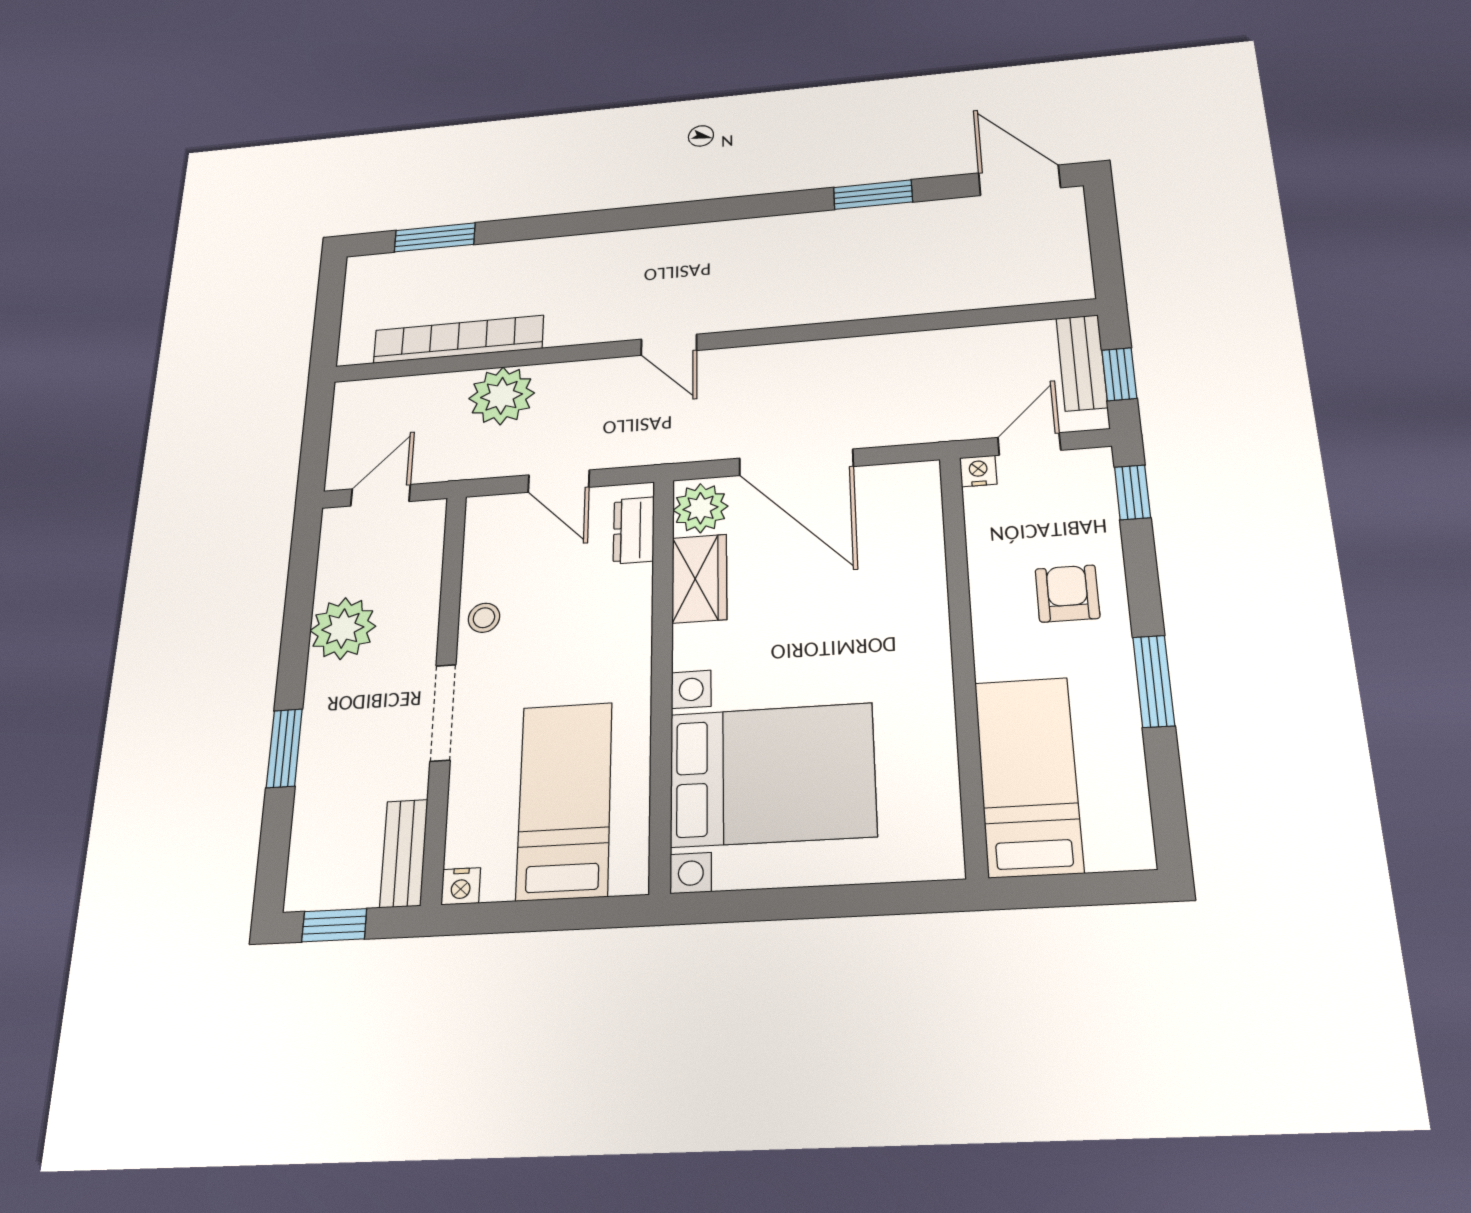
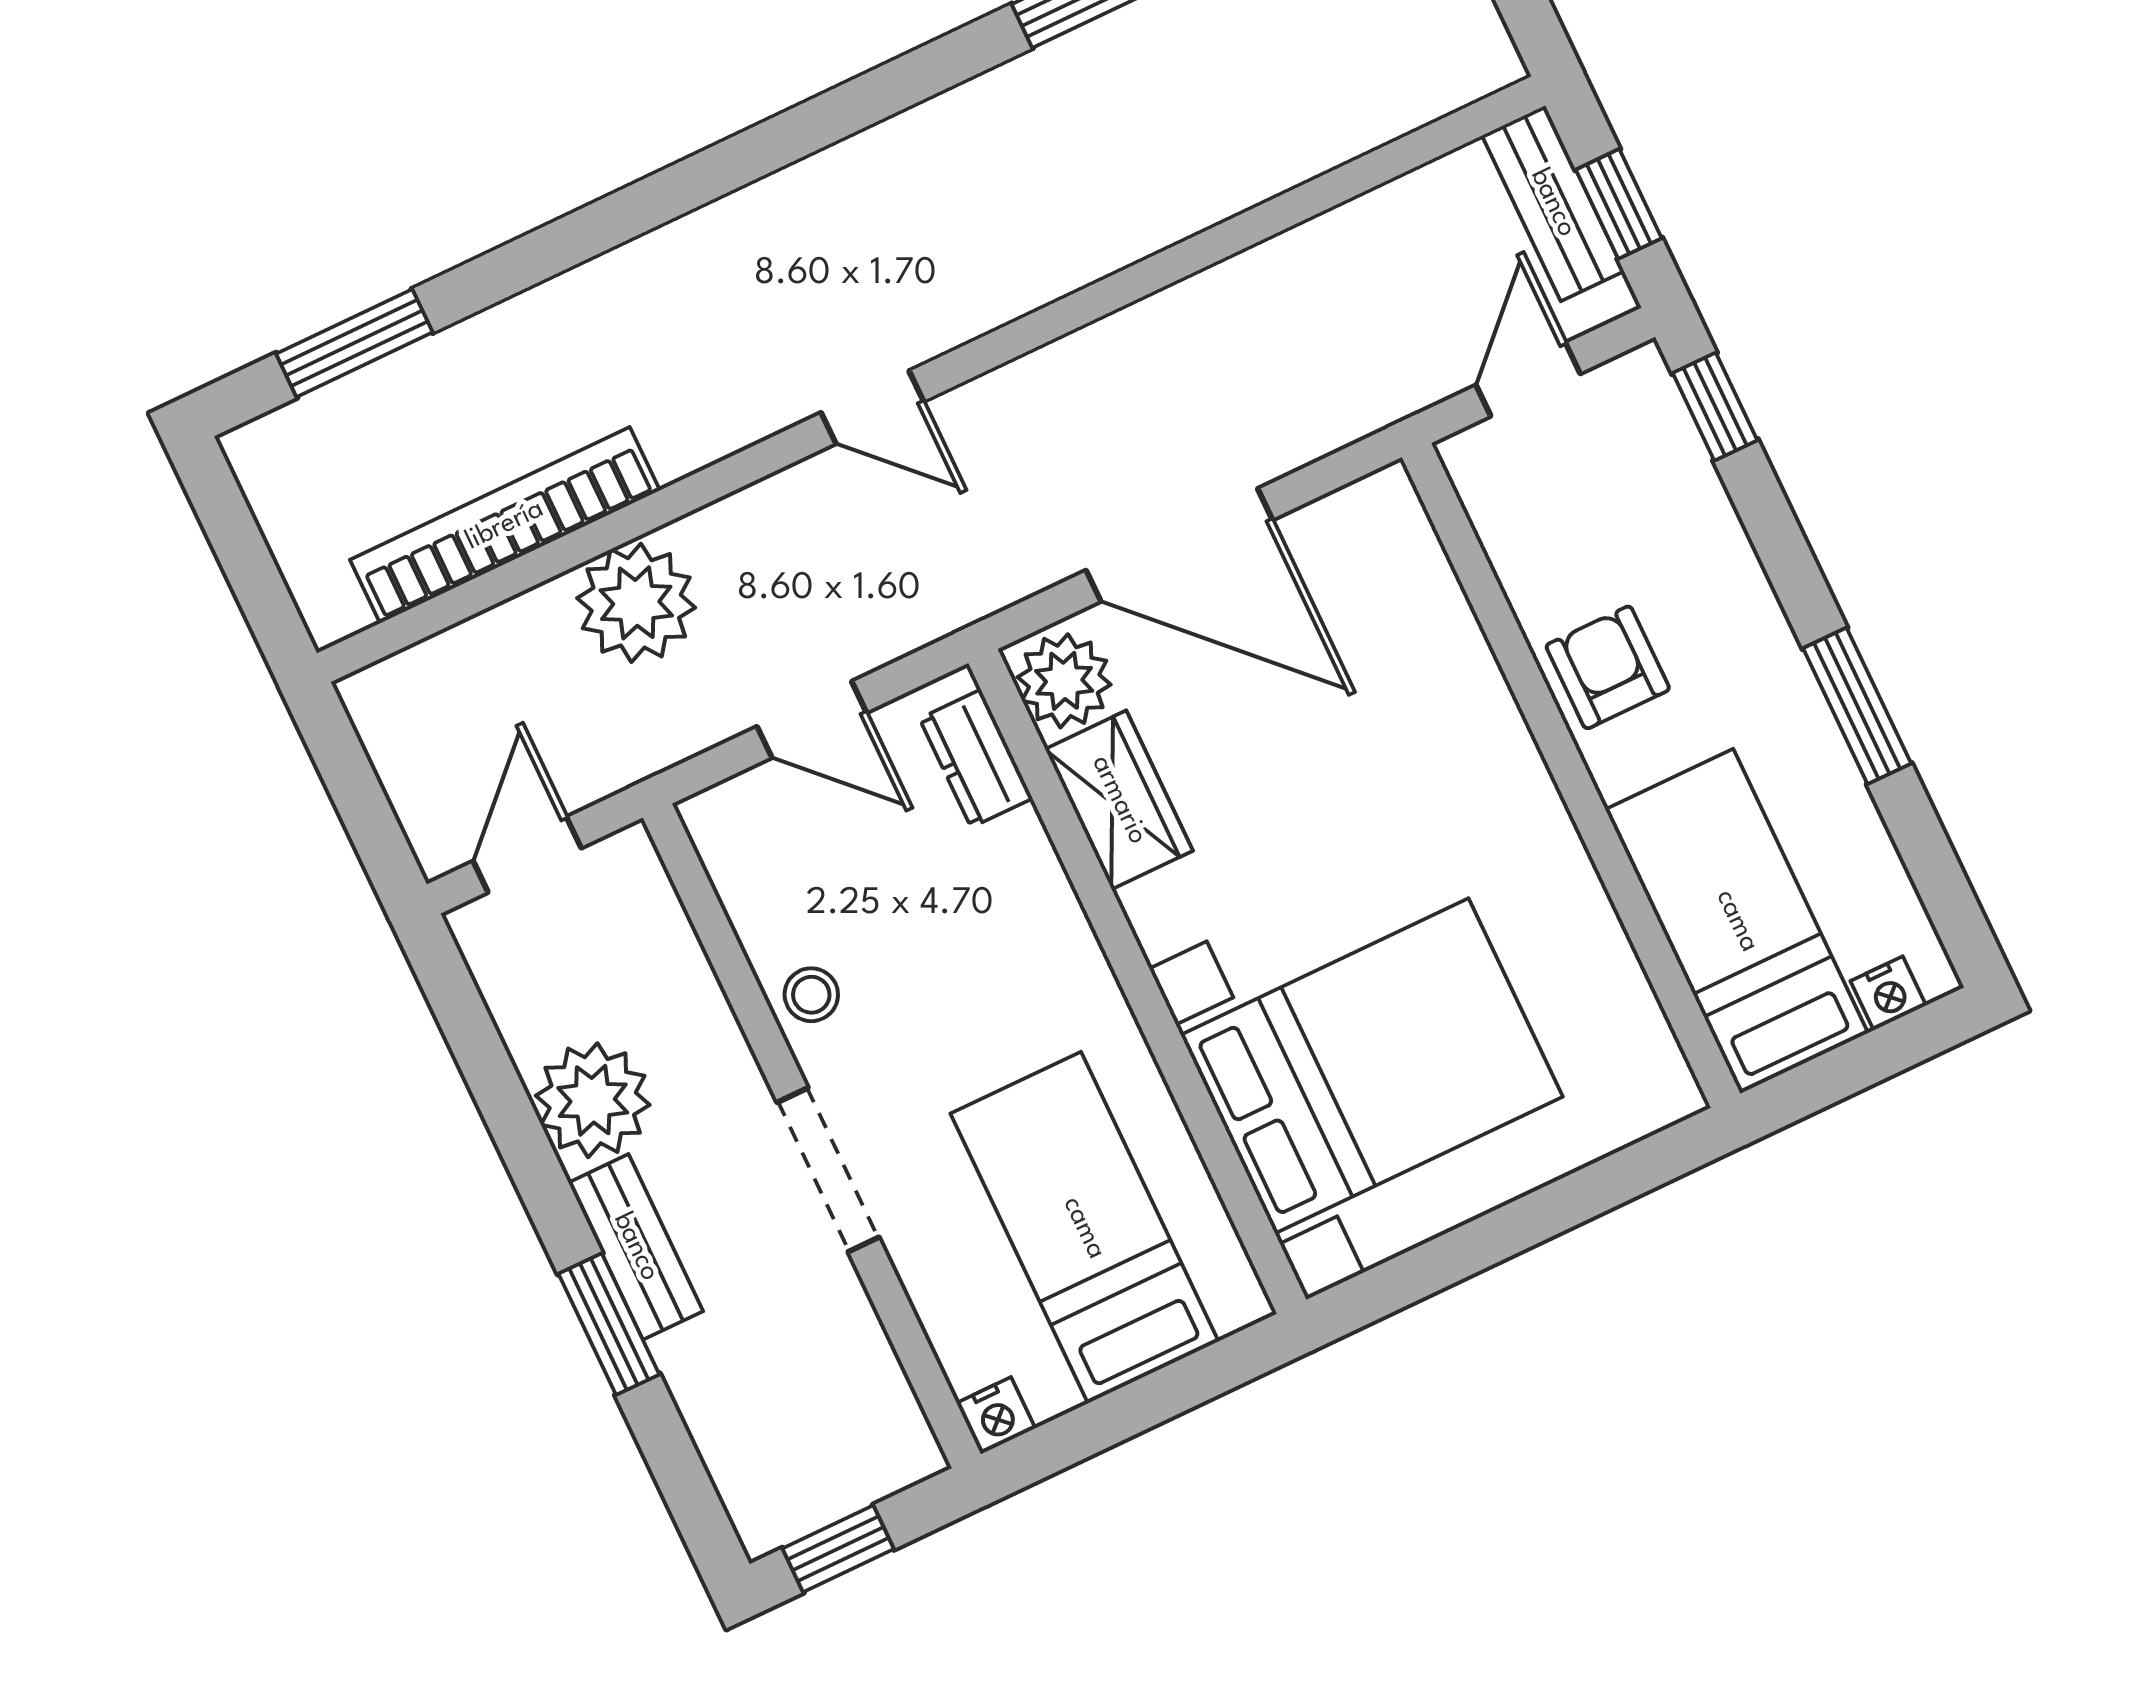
nightstand: (978, 471) -> (1888, 993), moved, turned 180
armchair: (1067, 593) -> (1608, 667), moved
bench: (404, 853) -> (636, 1247), moved

